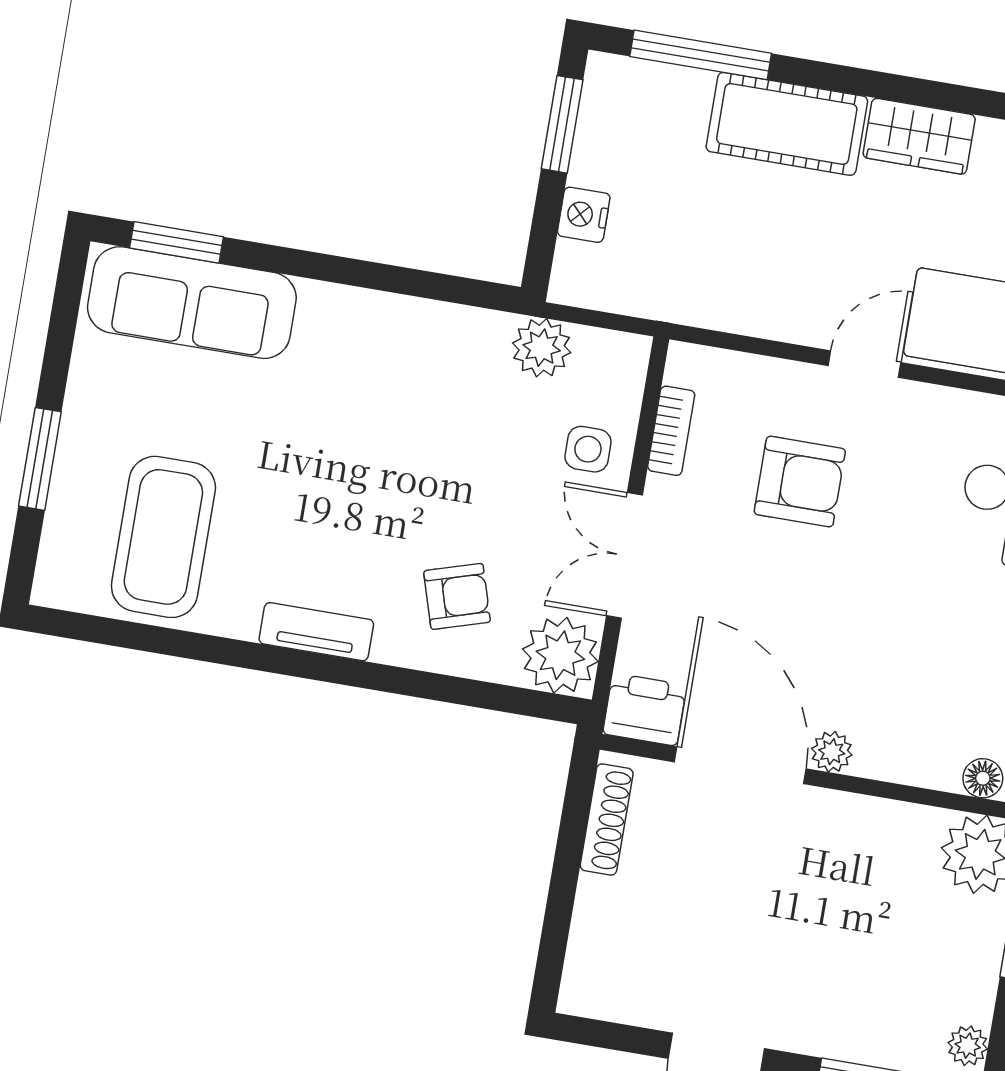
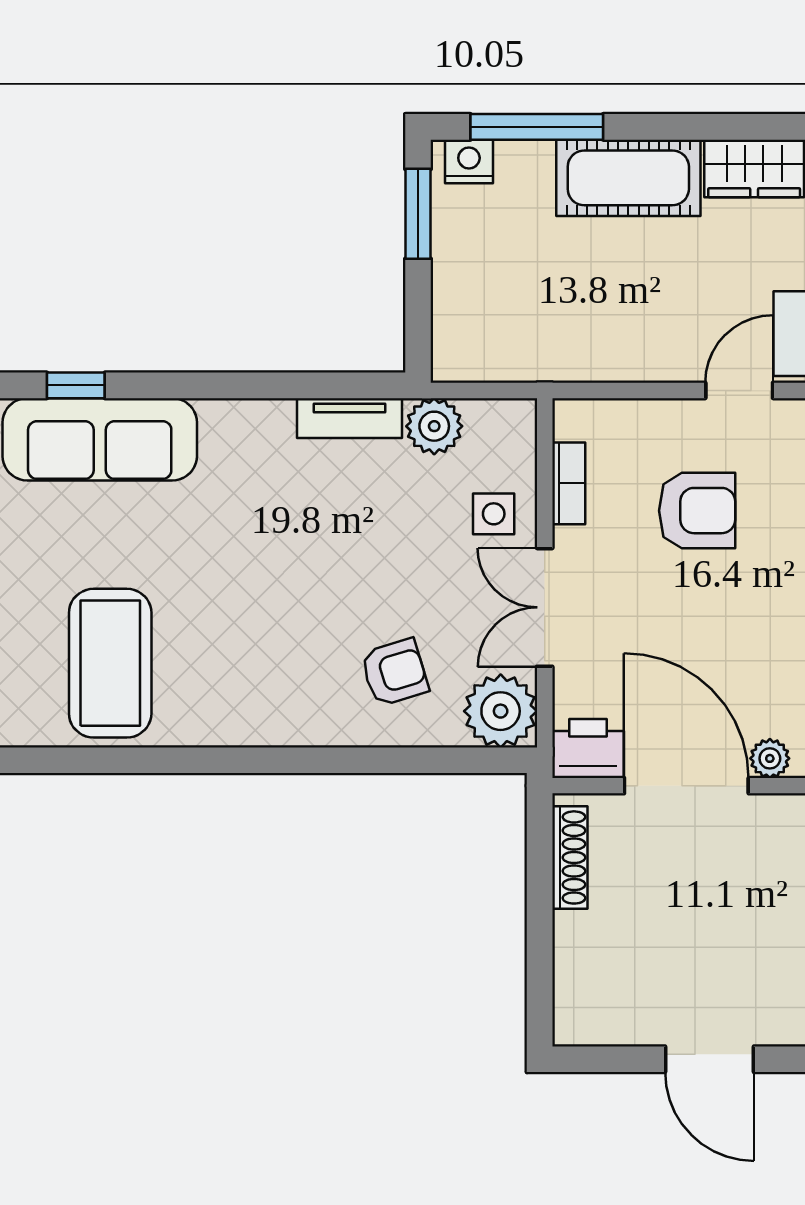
nightstand: (584, 215) -> (469, 162), moved, turned 90
window: (177, 242) -> (76, 385), width x0.67
tv unit: (316, 632) -> (350, 418), moved, turned 180

